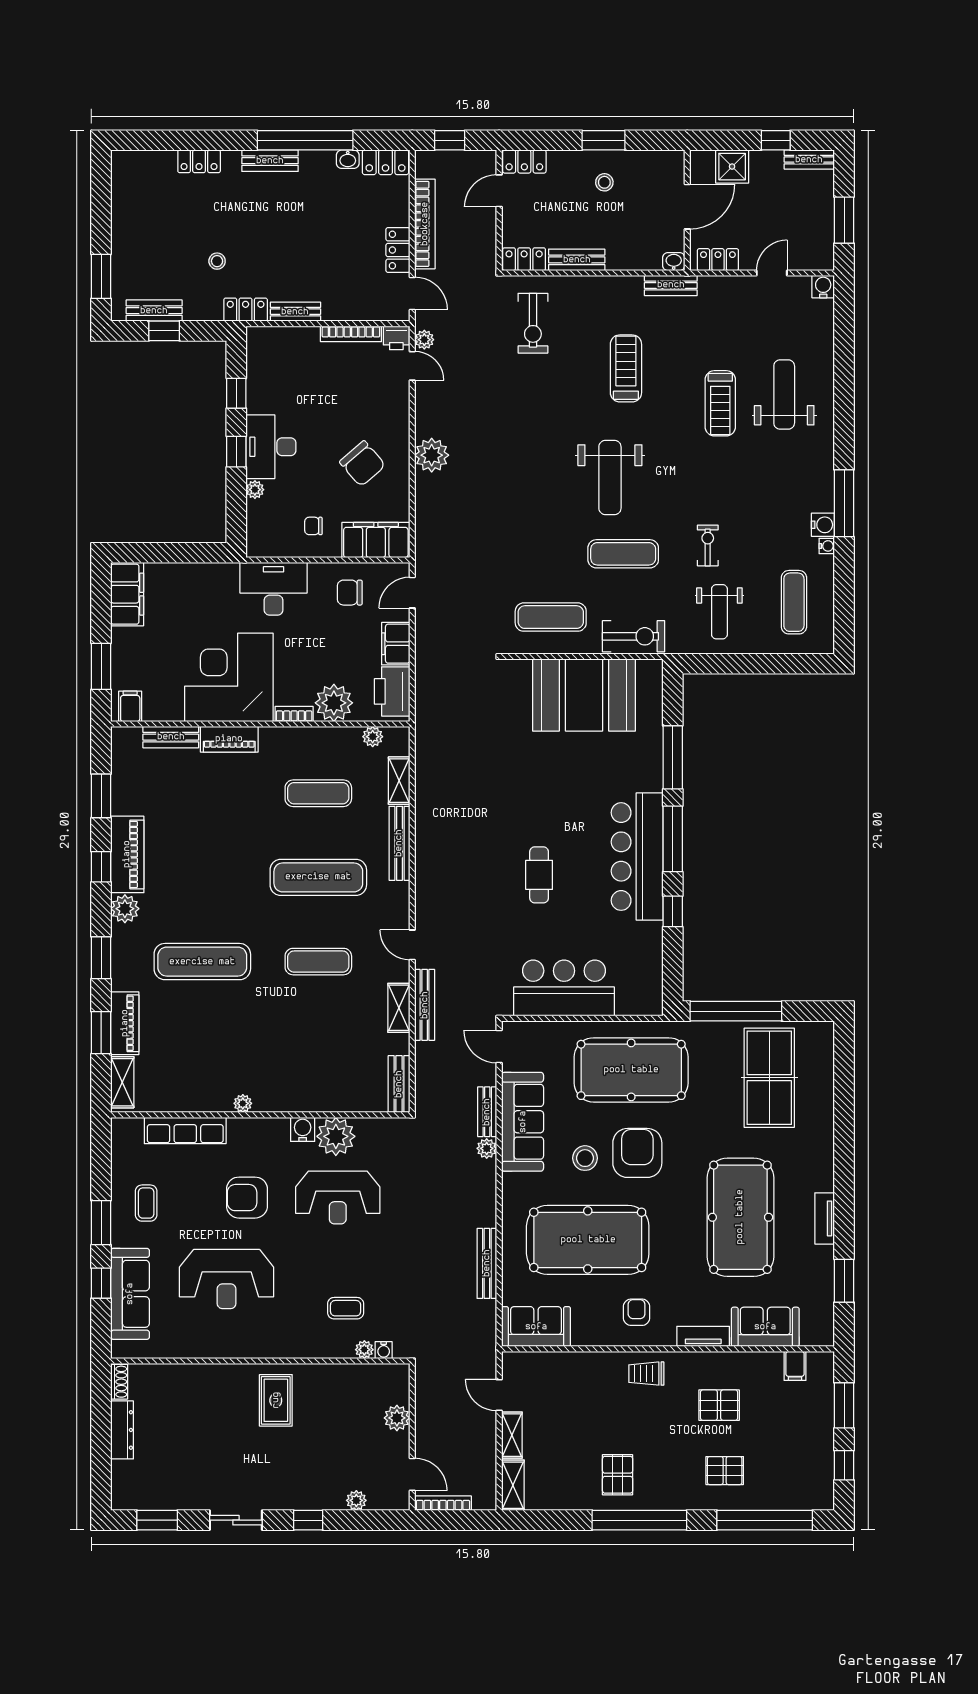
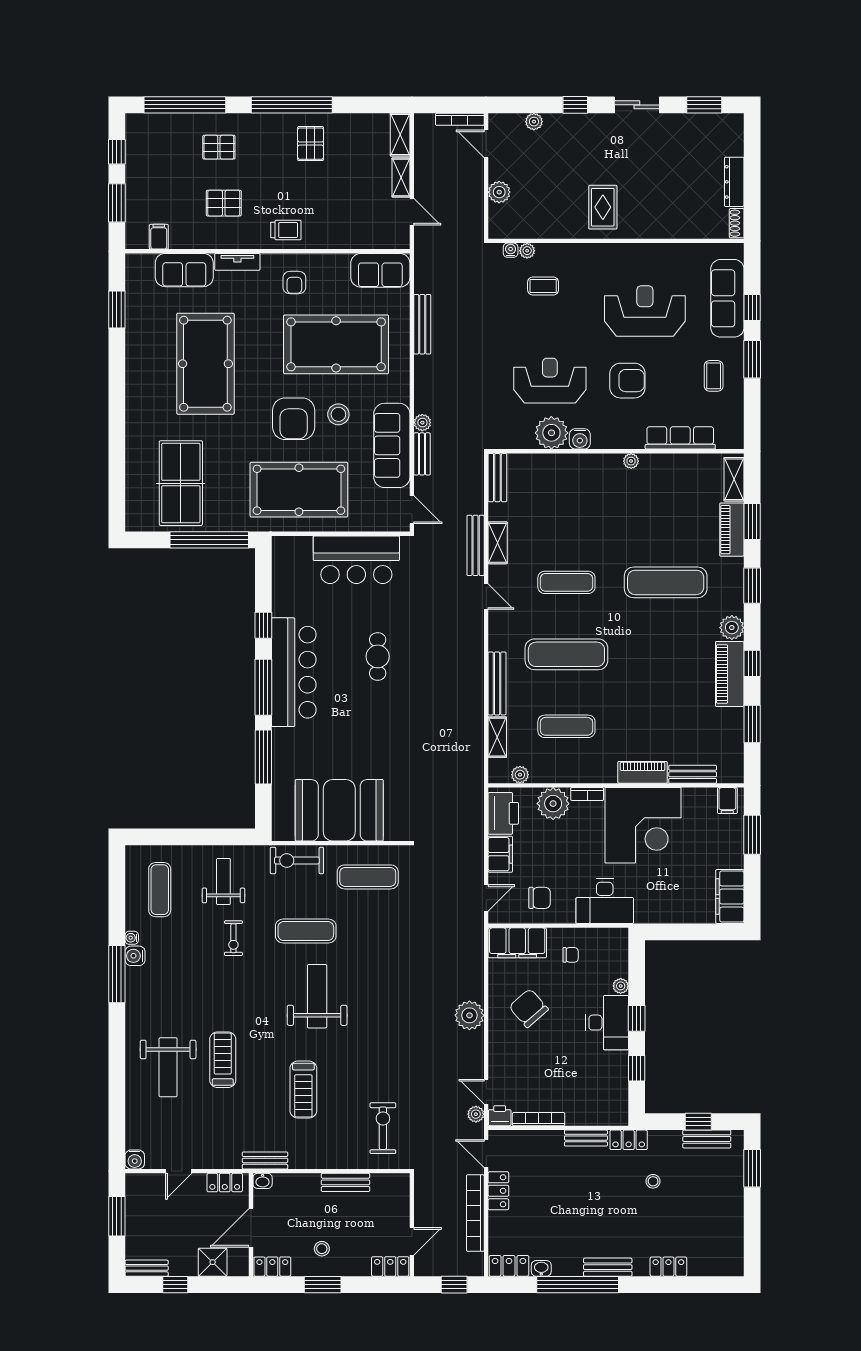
locker: (524, 259) -> (272, 1267), moved, turned 180
tv unit: (825, 1218) -> (134, 363), removed

